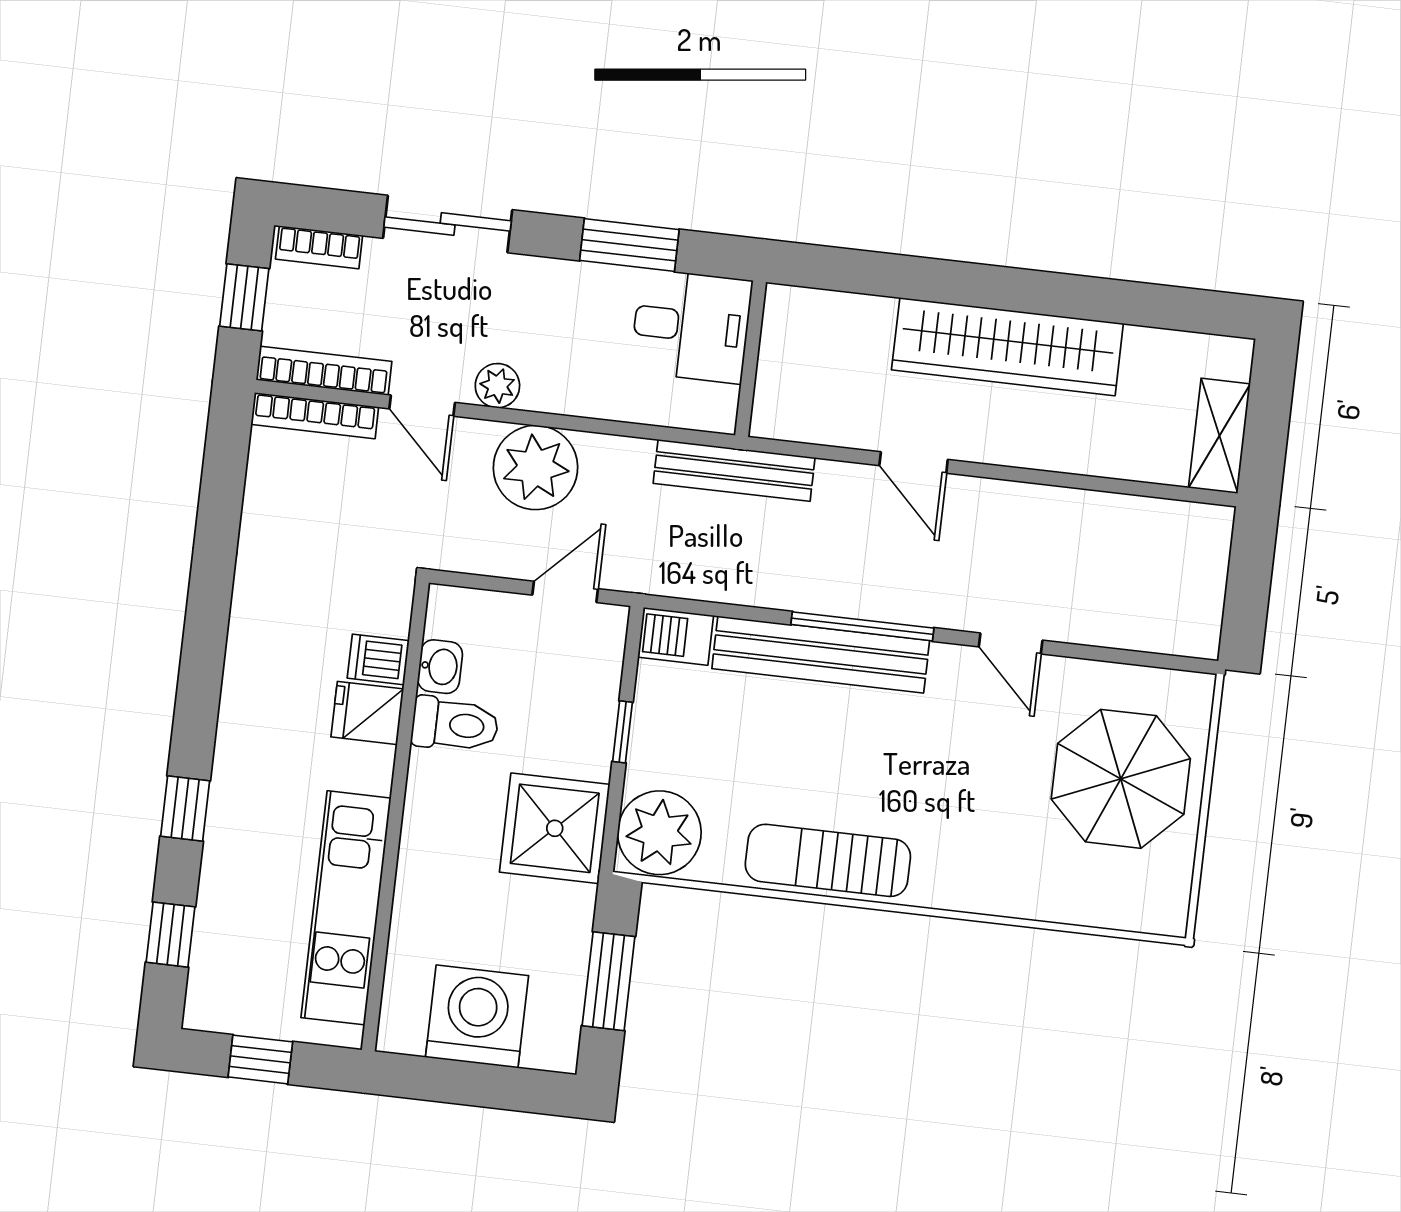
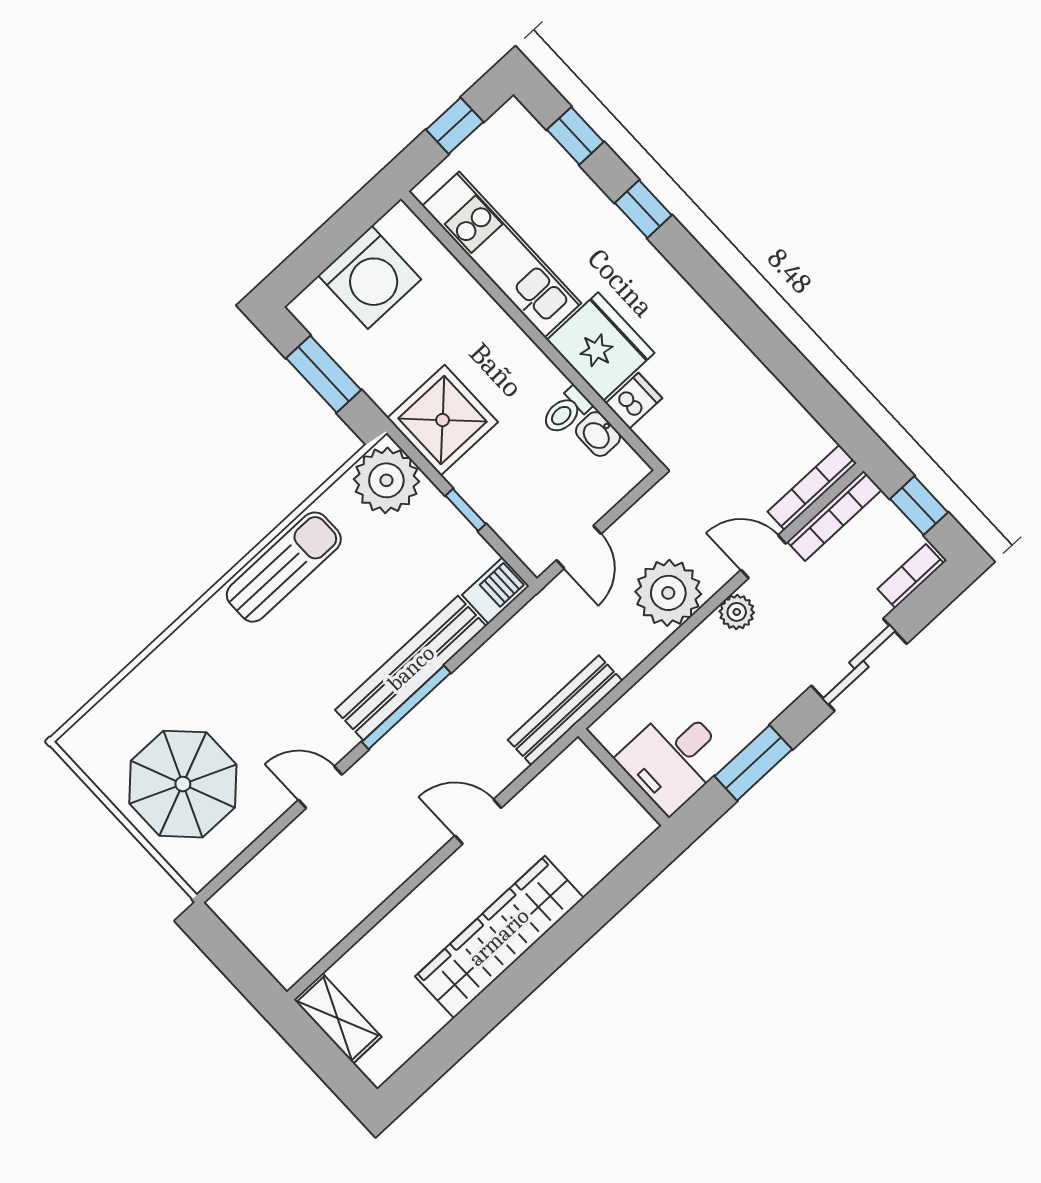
fridge: (367, 713) -> (601, 346), width x1.88, depth x1.34
toilet: (455, 725) -> (566, 411), width x0.73, depth x0.72

